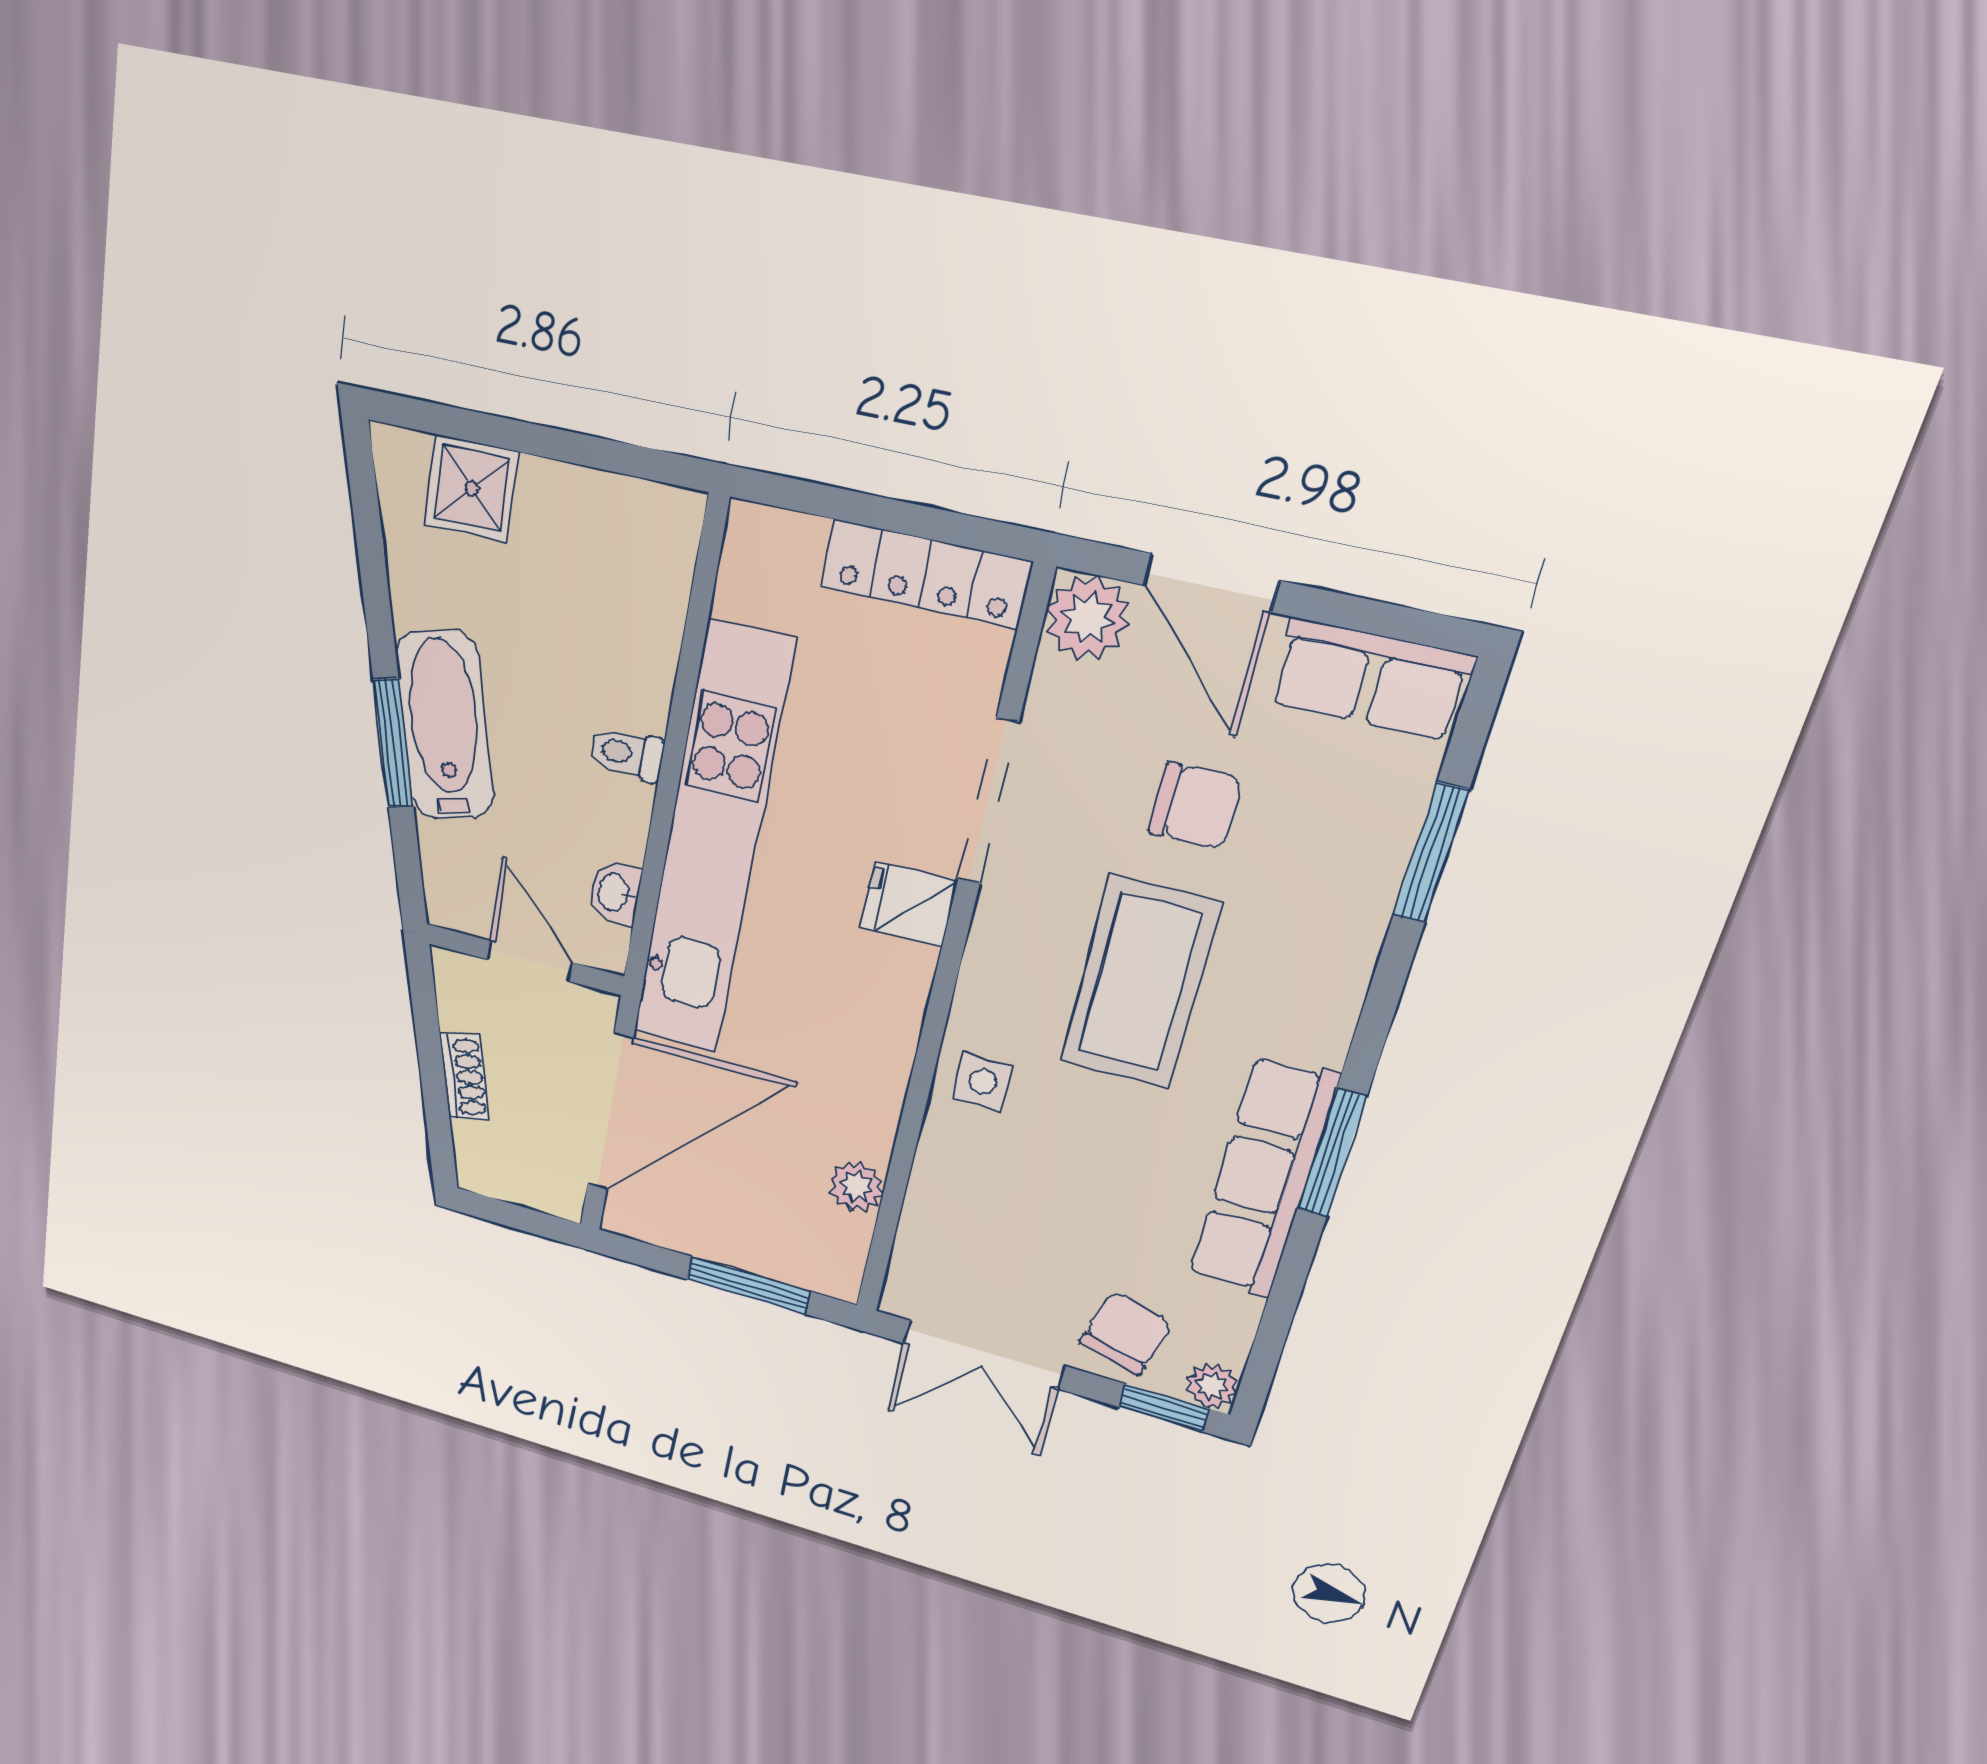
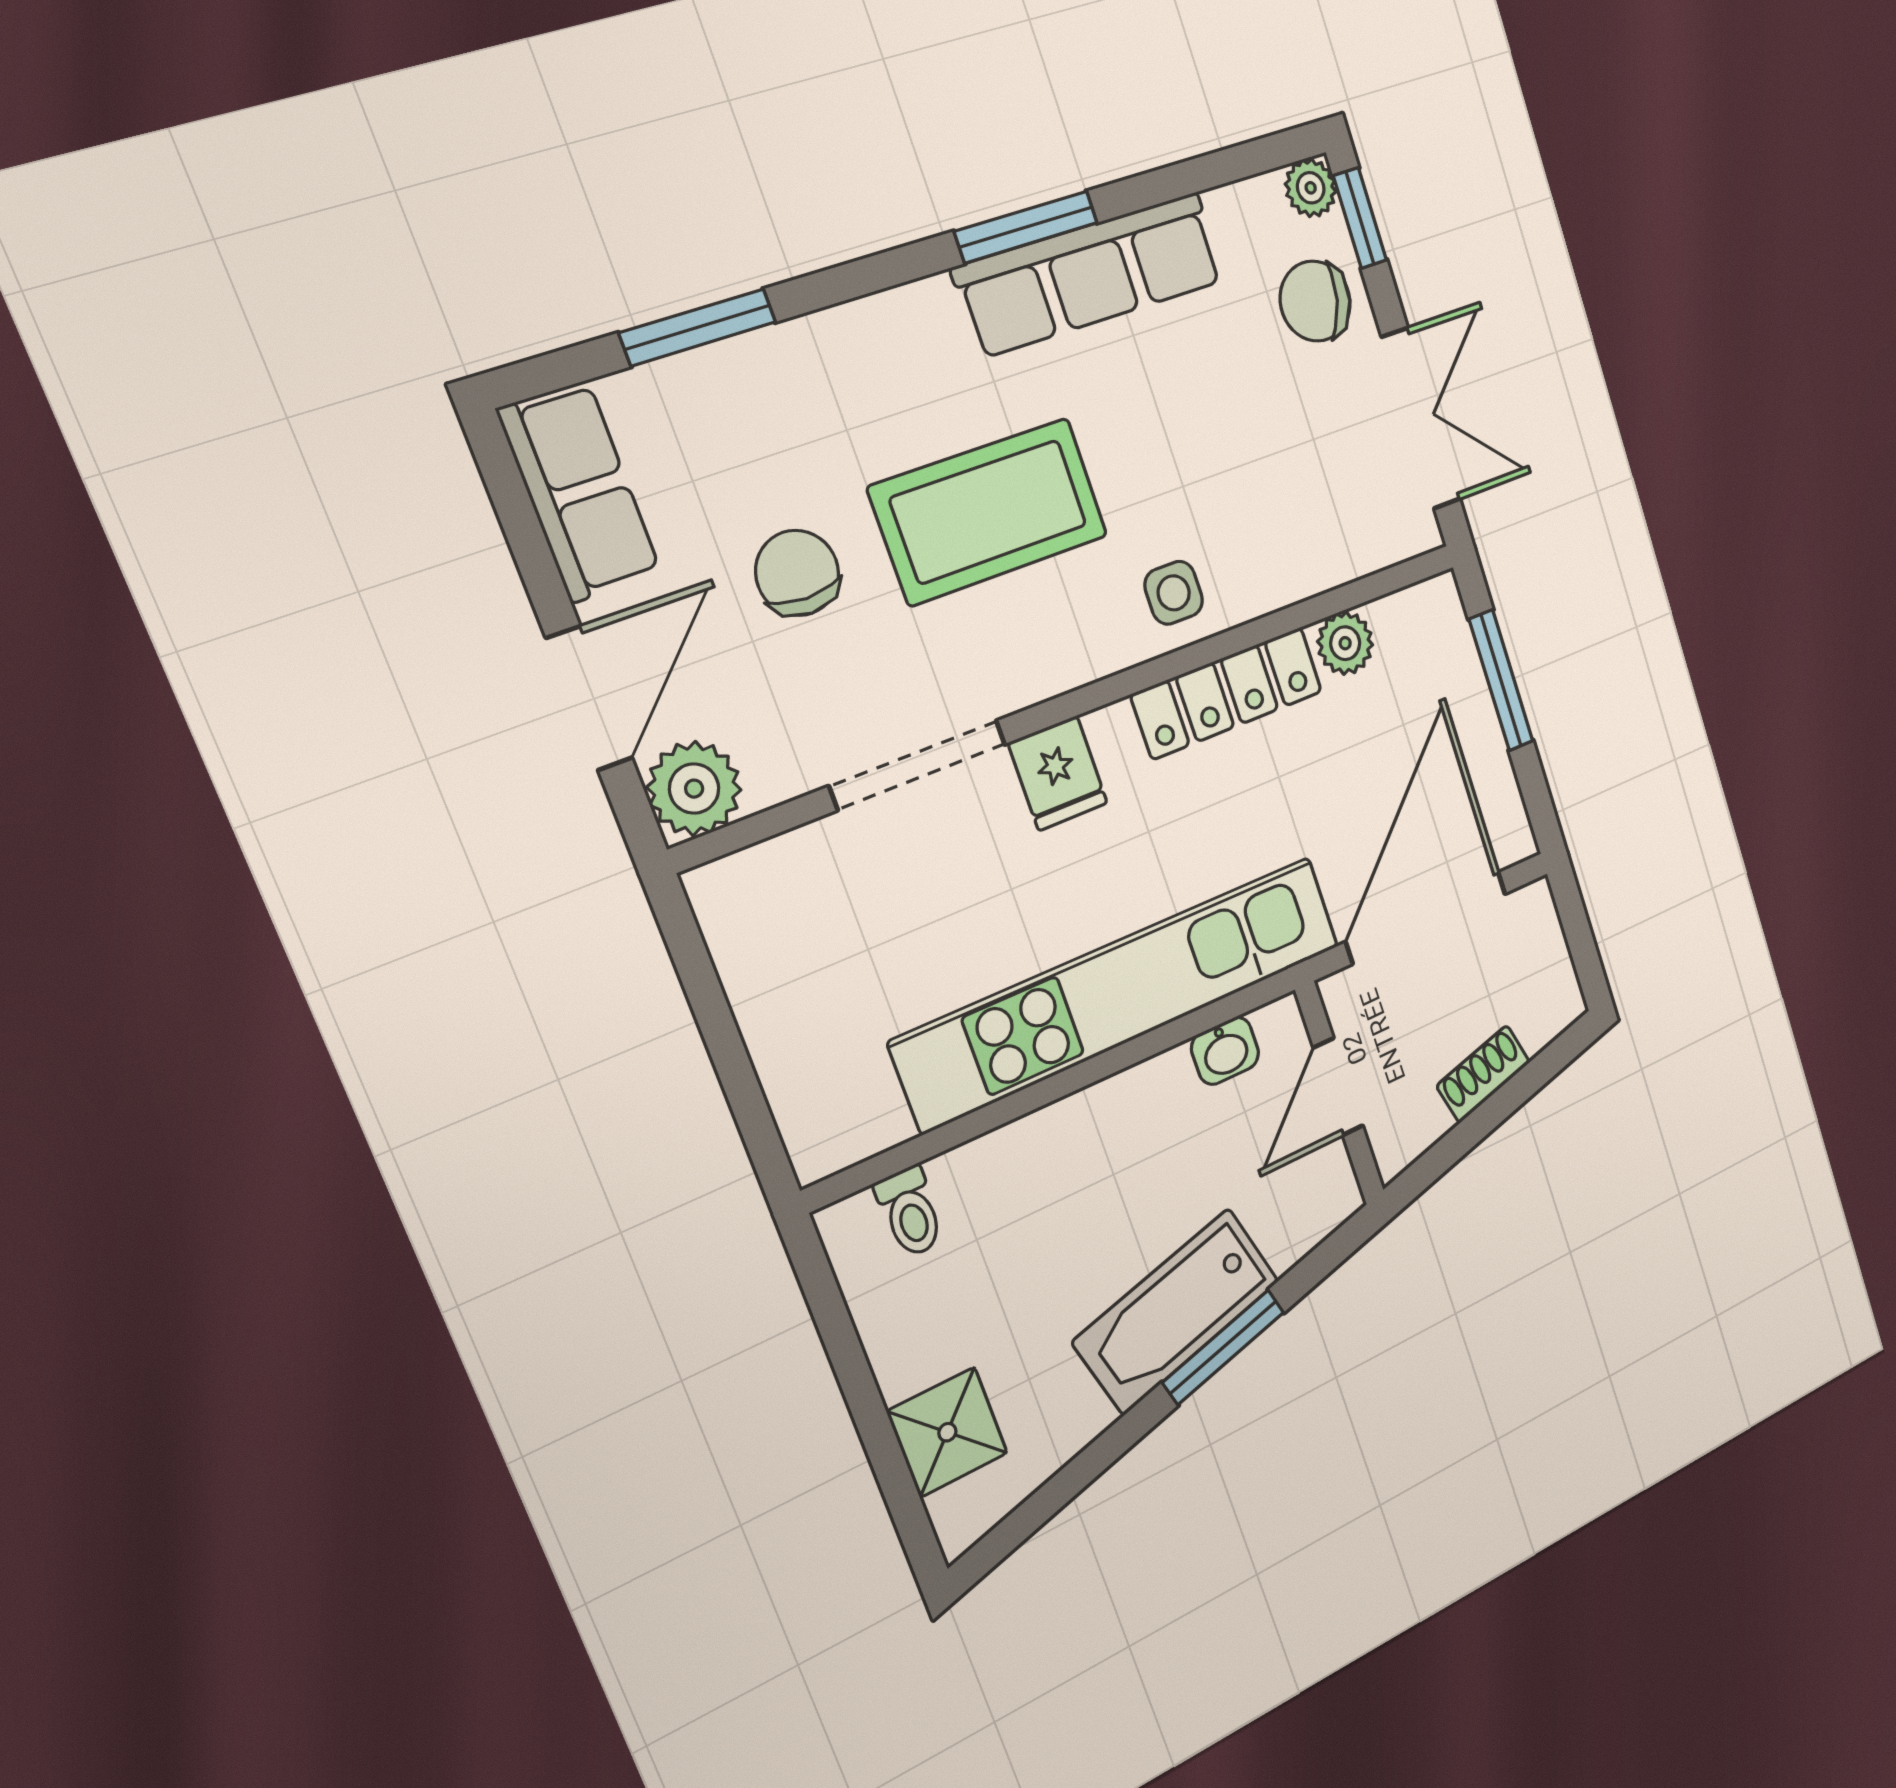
locker: (926, 574) -> (1227, 693), moved, turned 90
toilet: (626, 754) -> (910, 1212), moved
door: (610, 1112) -> (1426, 917), hinge flipped

